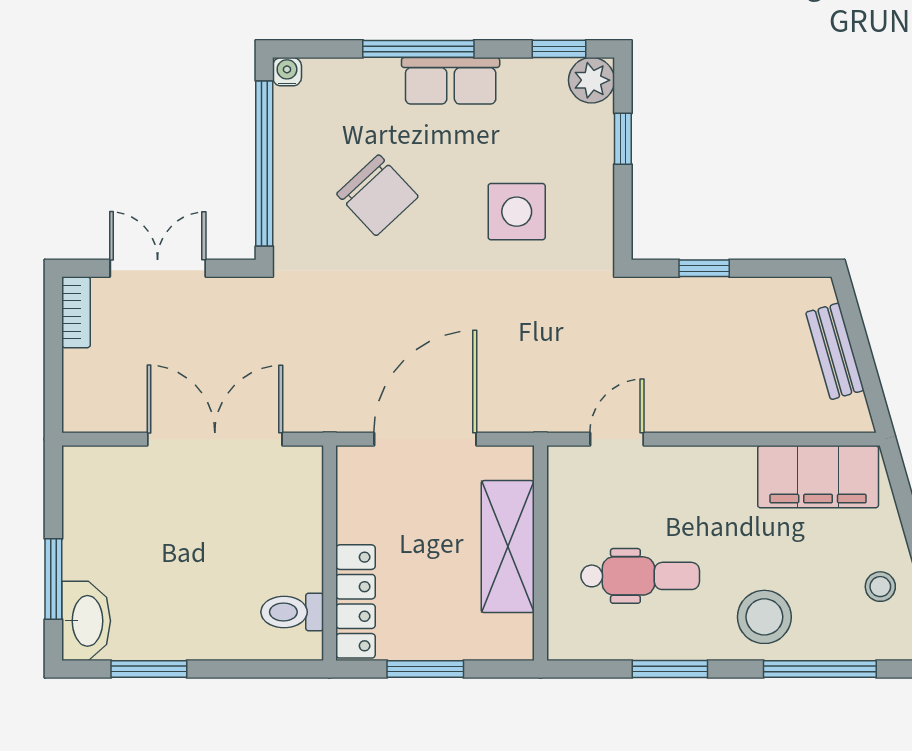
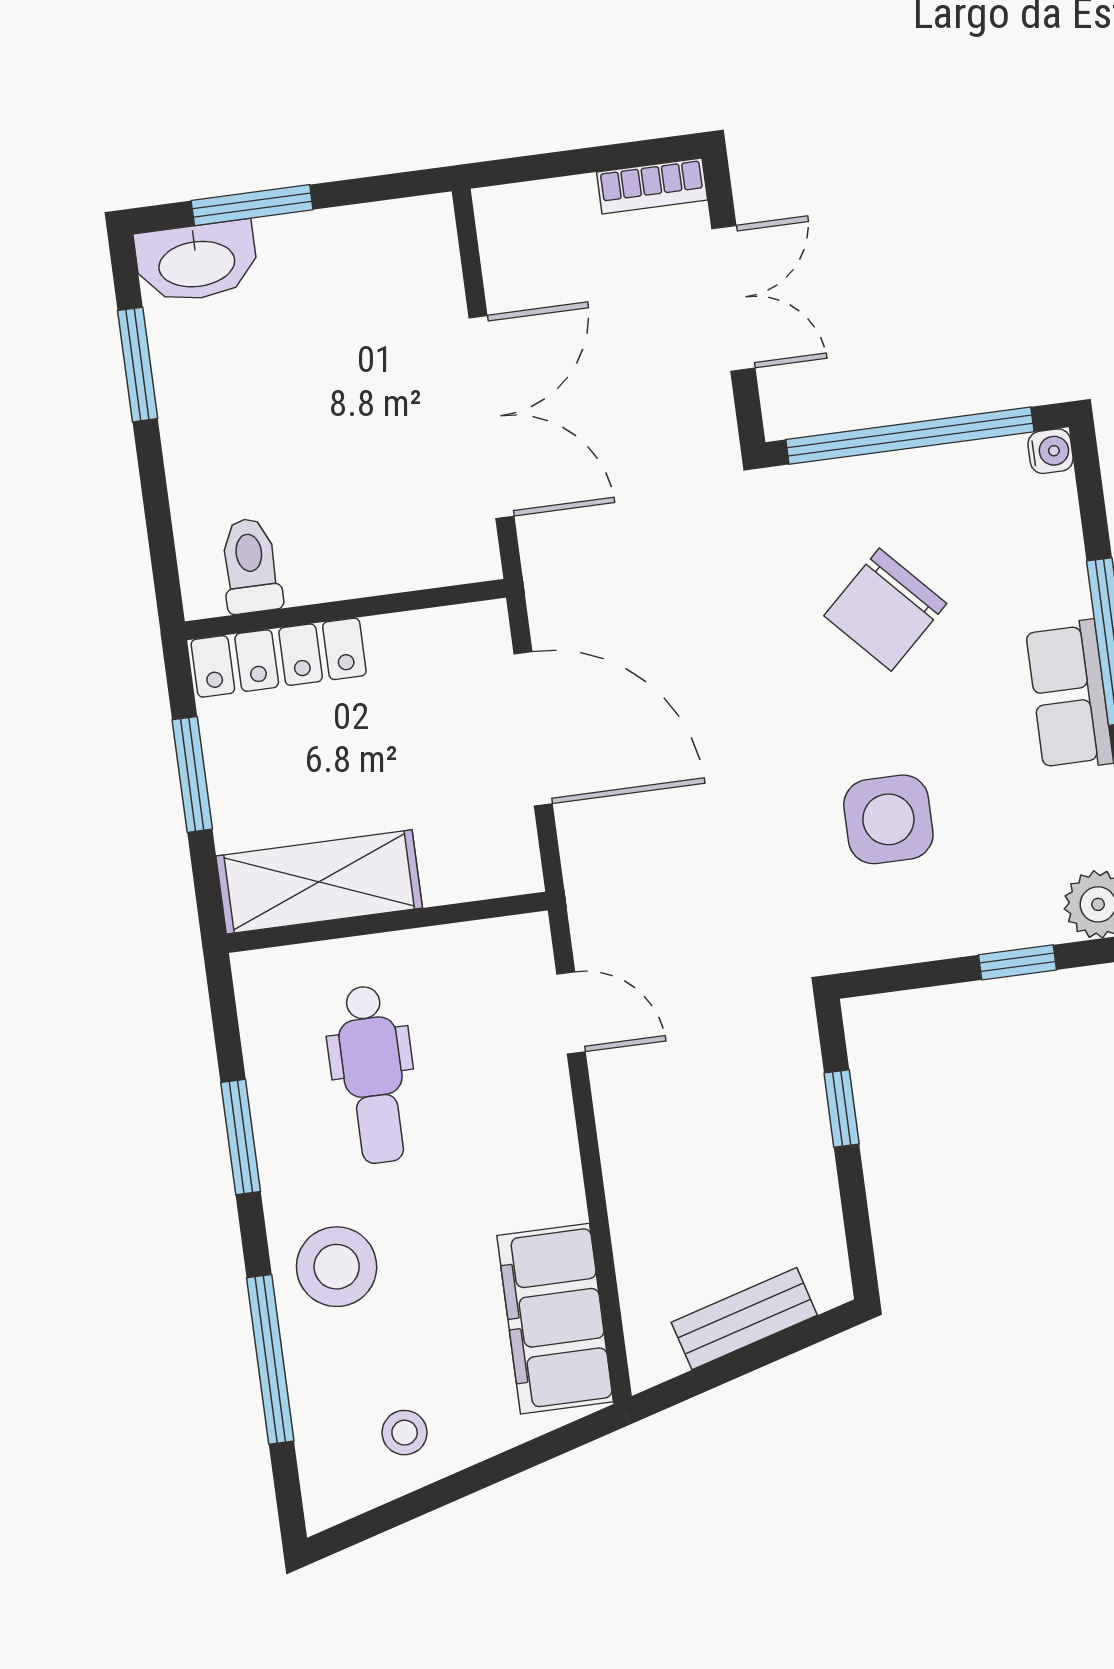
shelving: (508, 547) -> (319, 882), moved

